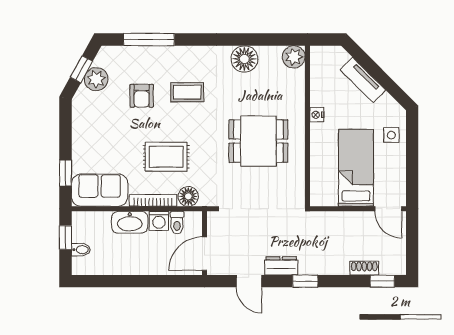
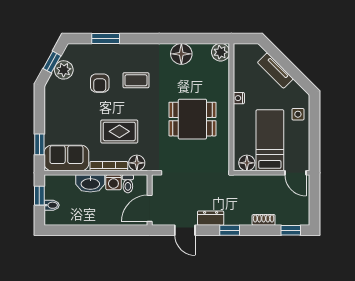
window: (149, 40) -> (106, 38), width x0.69
floor lamp: (327, 196) -> (247, 163), added
shoe rack: (364, 268) -> (264, 220), moved

